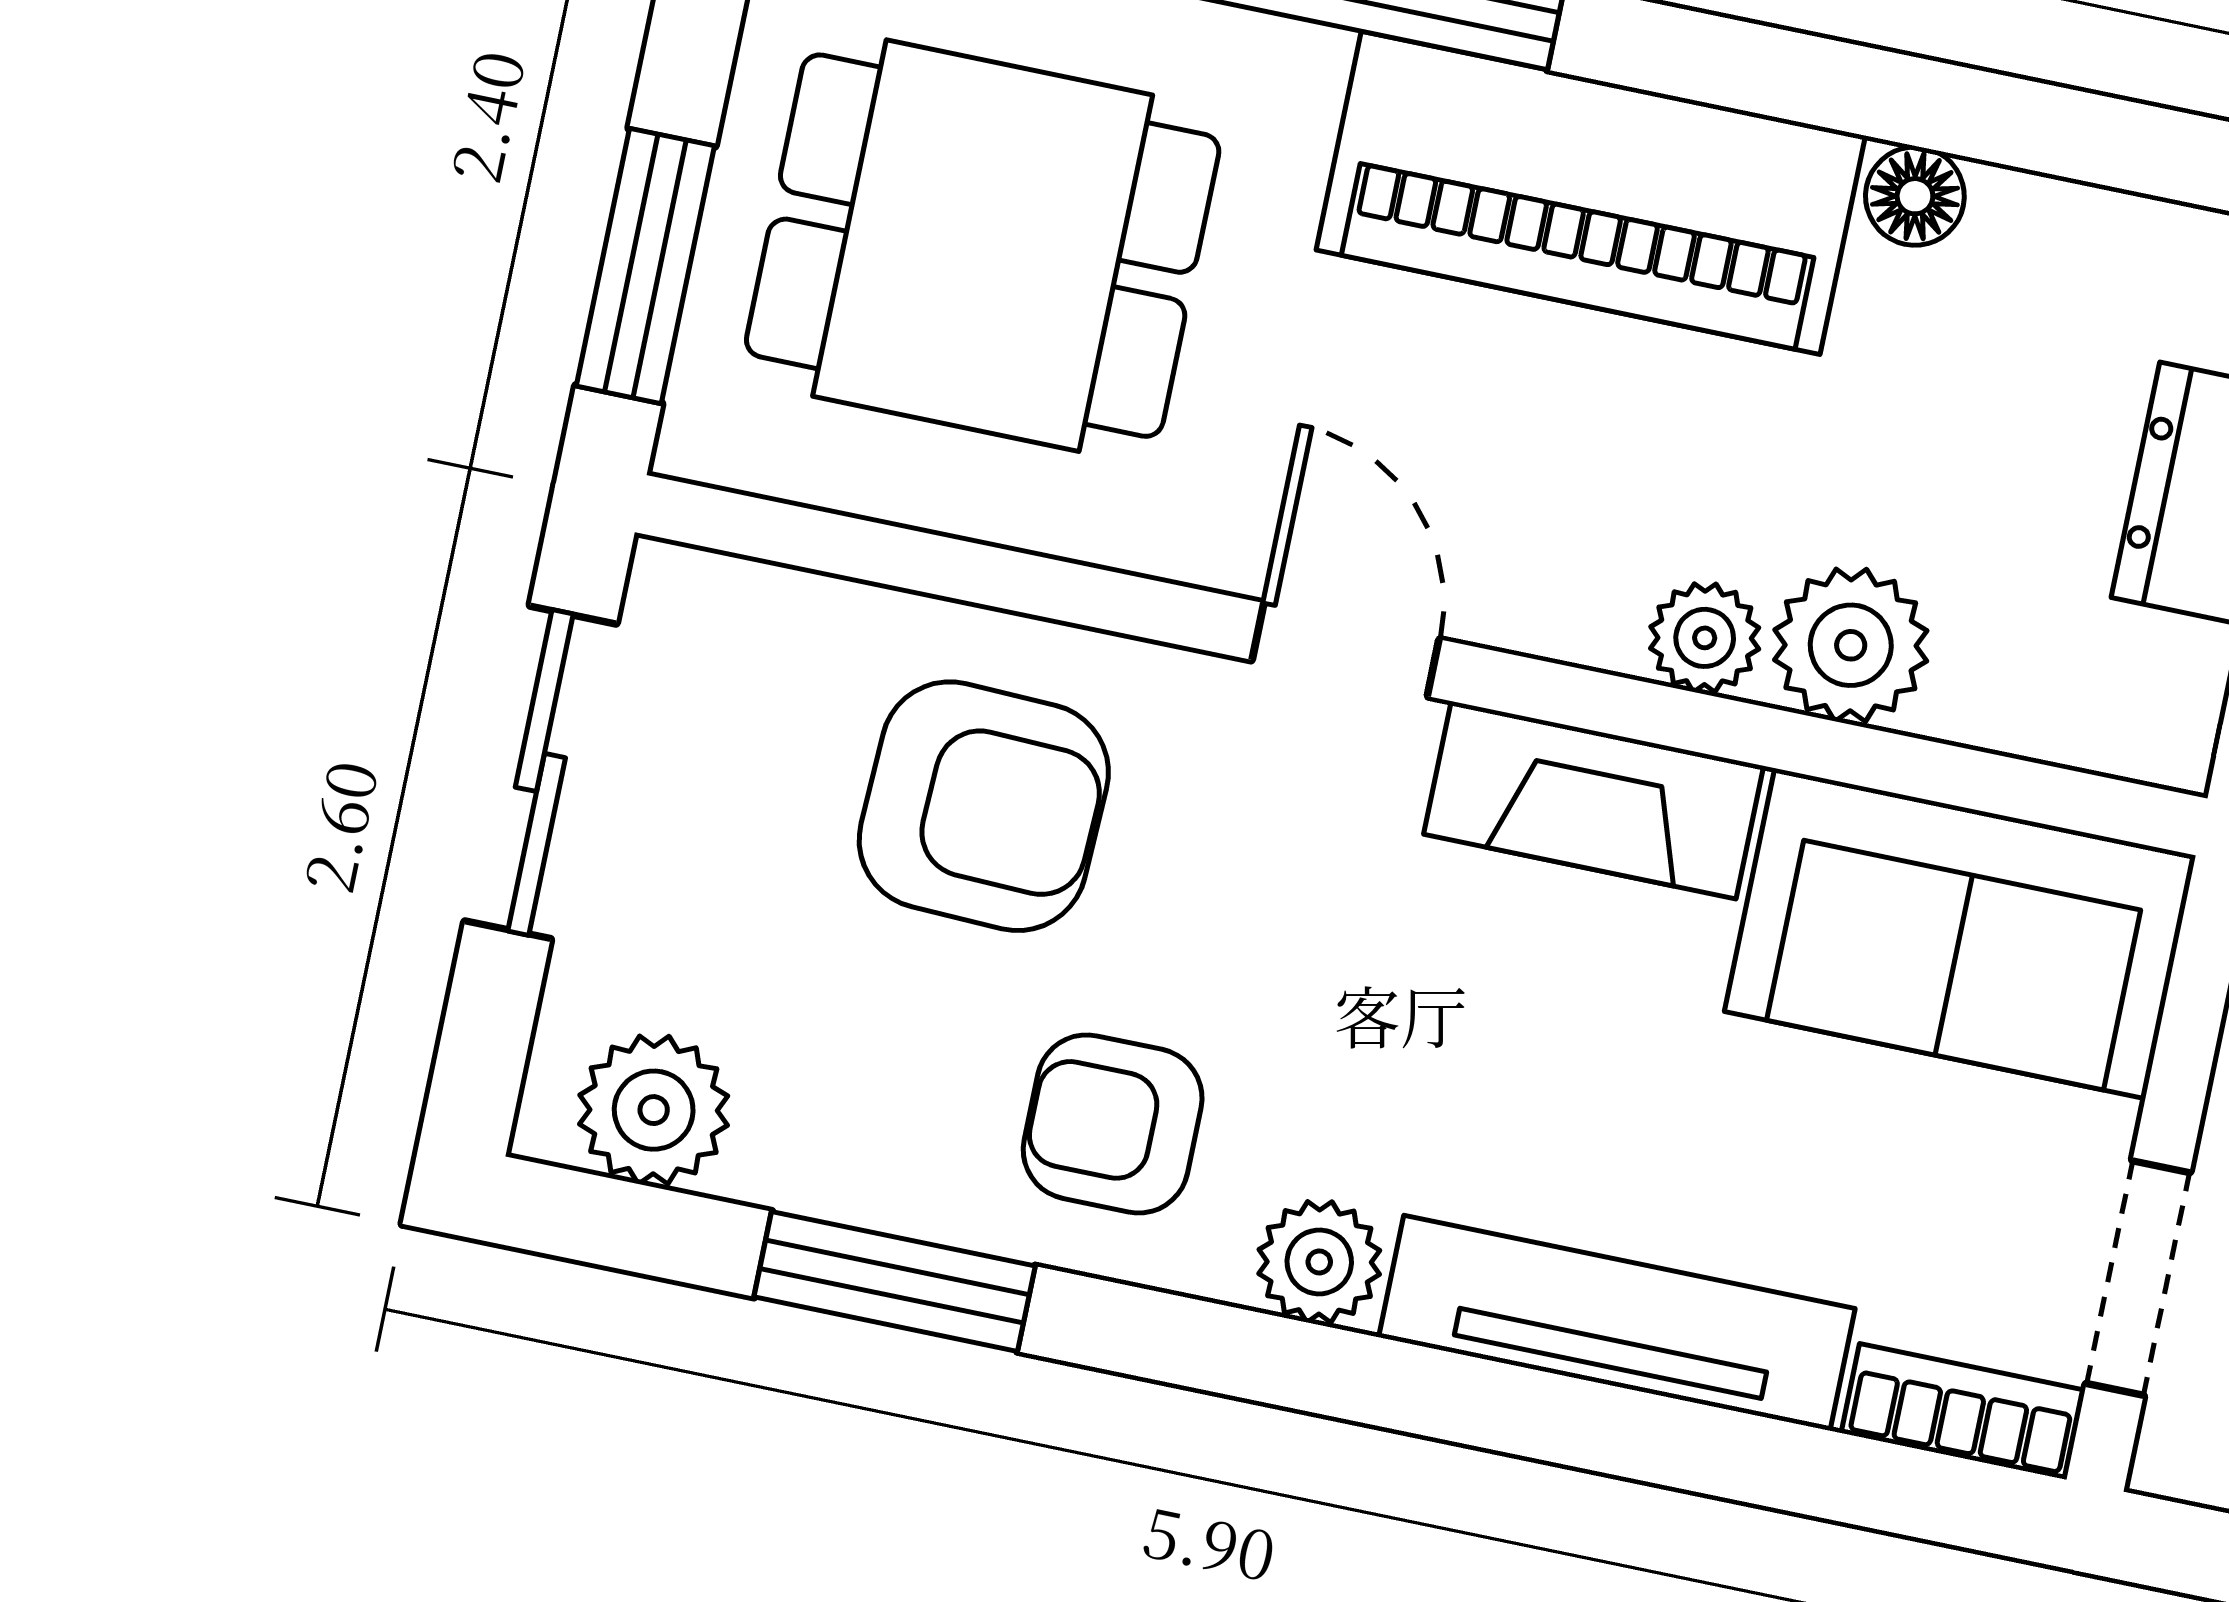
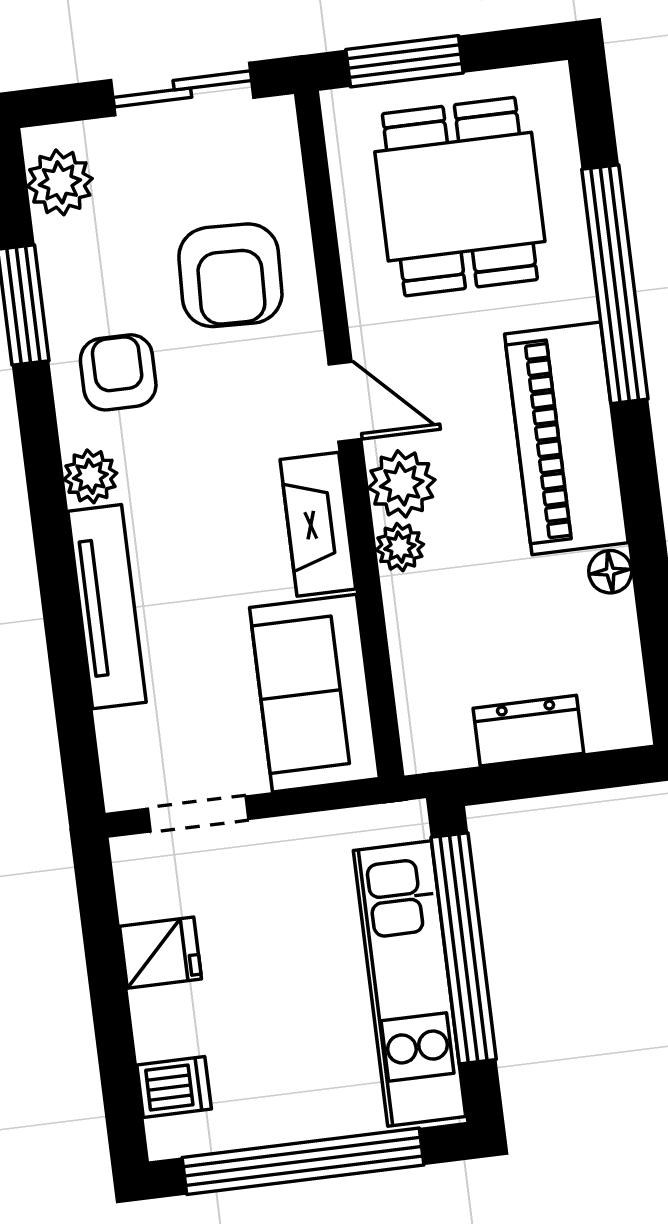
plant: (1851, 645) -> (402, 484), moved
door: (1346, 650) -> (345, 402), hinge flipped
bookcase: (1963, 1411) -> (119, 761), removed

